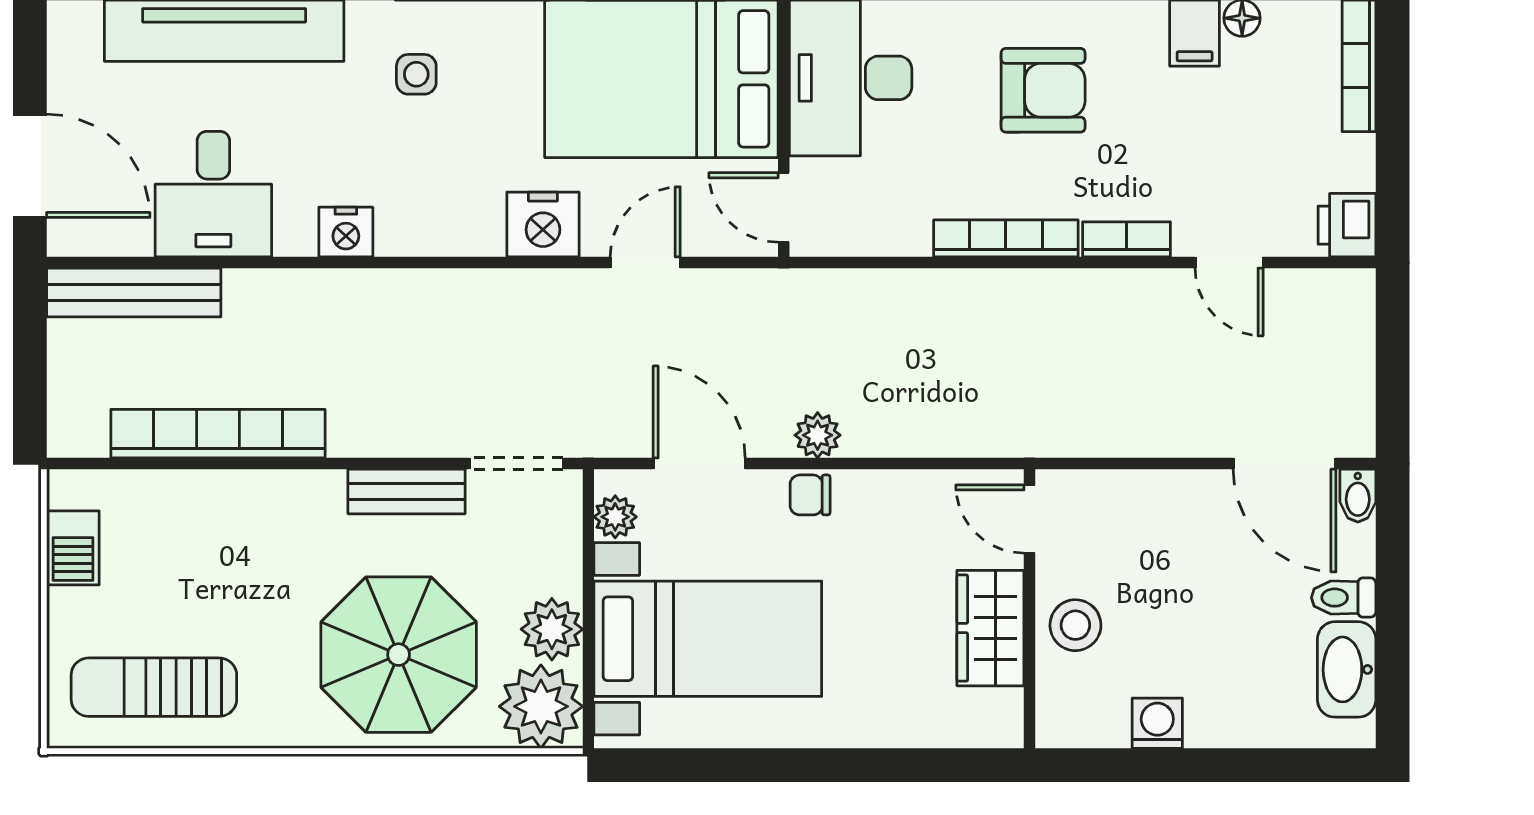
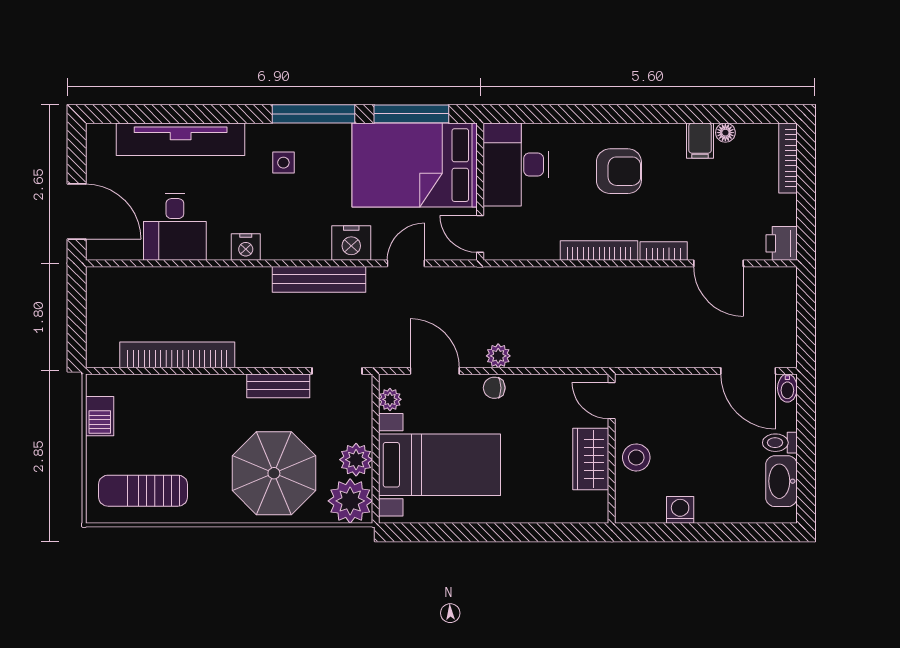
door: (1229, 262) -> (719, 263), width x1.38
bench: (134, 292) -> (319, 279), moved

